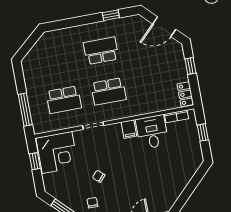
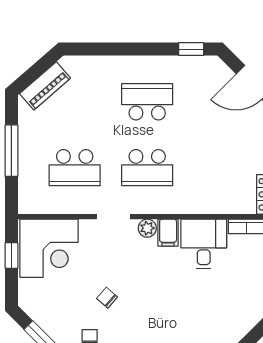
window: (111, 15) -> (191, 49), moved
piano: (36, 53) -> (45, 86), added
window: (25, 110) -> (11, 151), moved
plant: (116, 129) -> (147, 228), added

